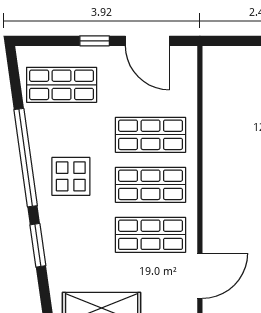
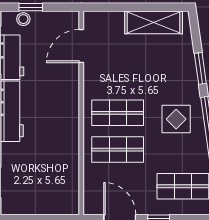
shop shelf: (150, 235) -> (118, 76), removed

